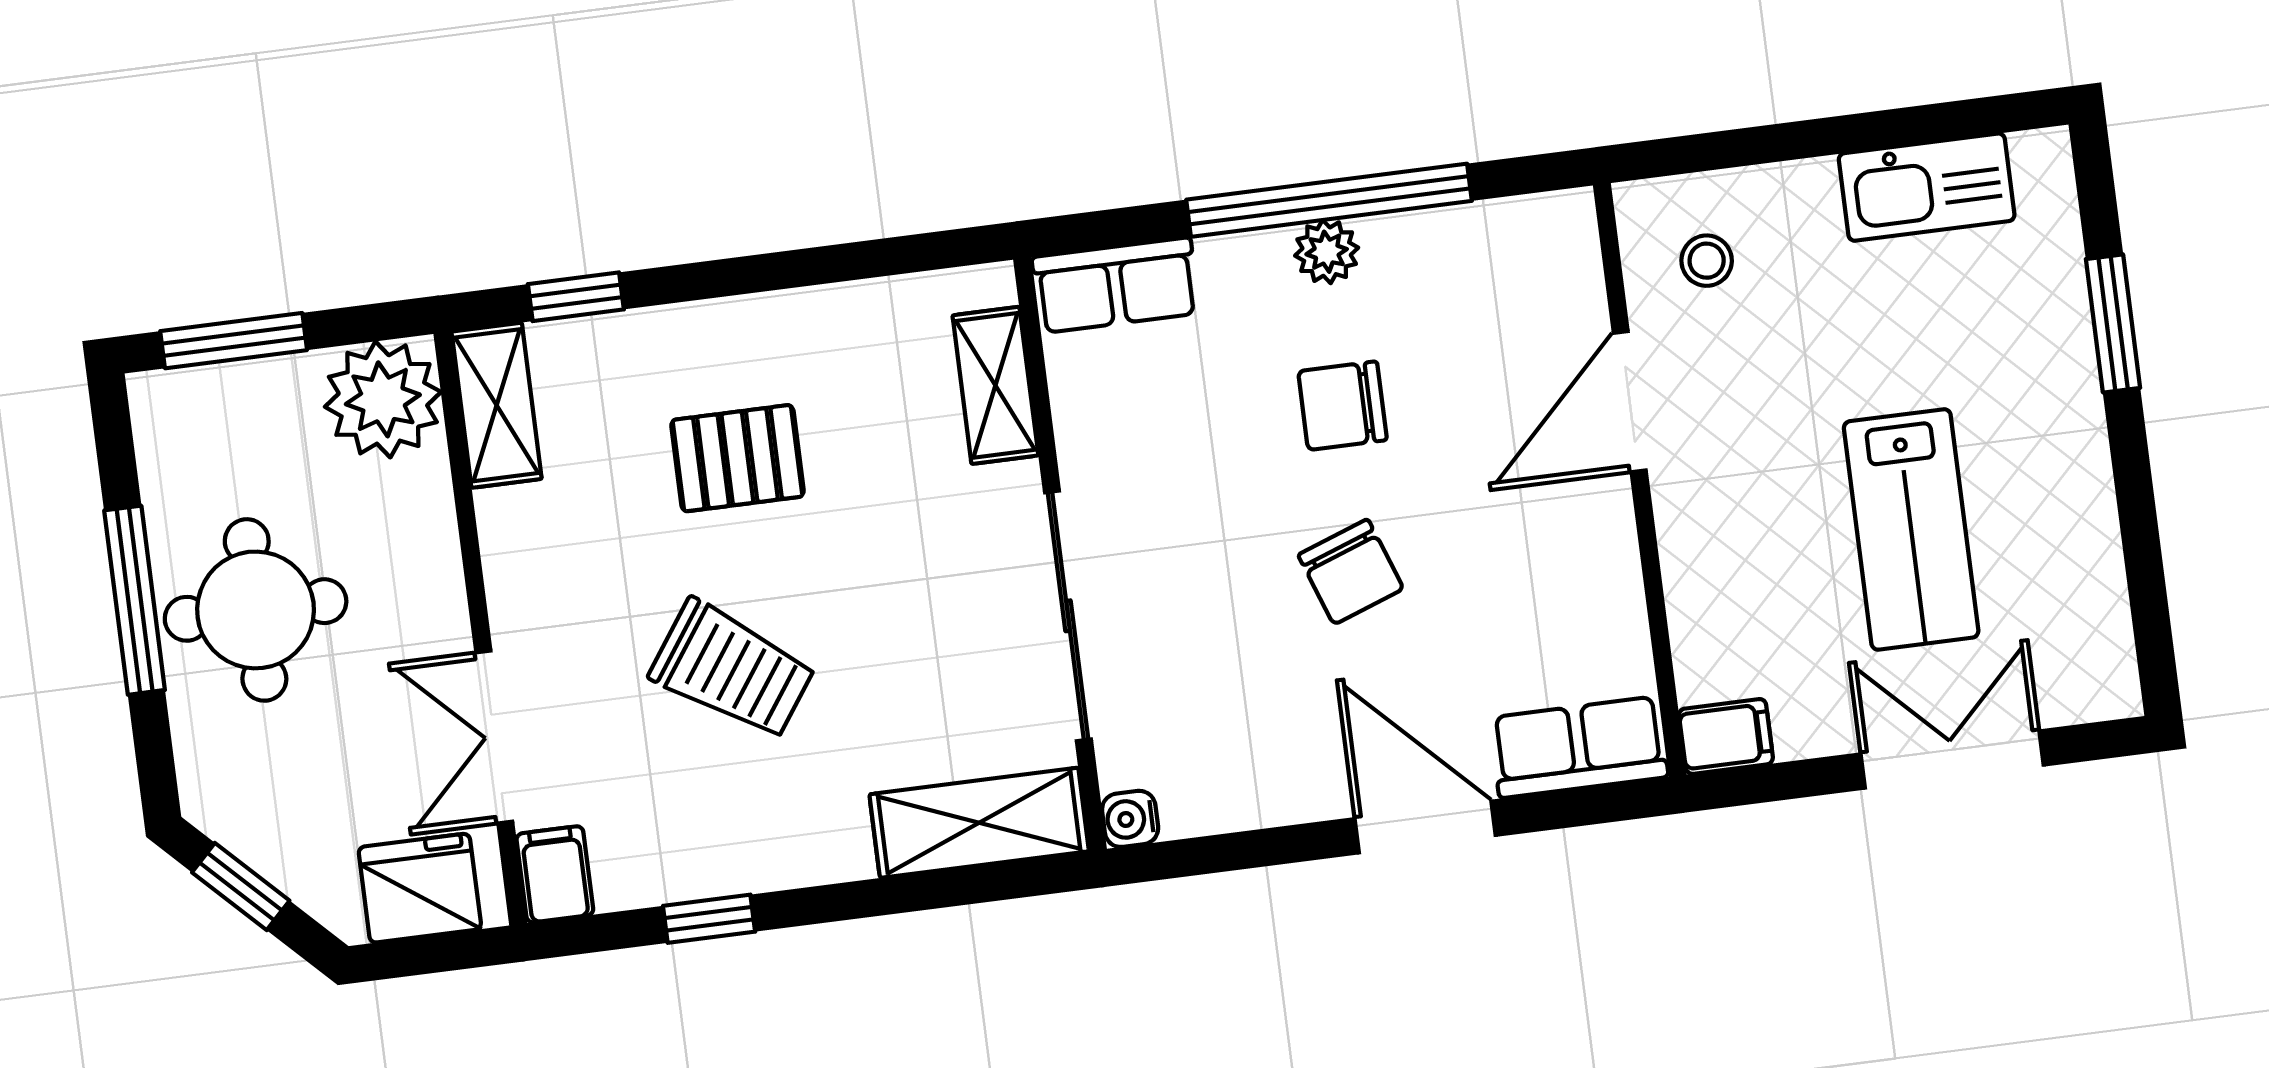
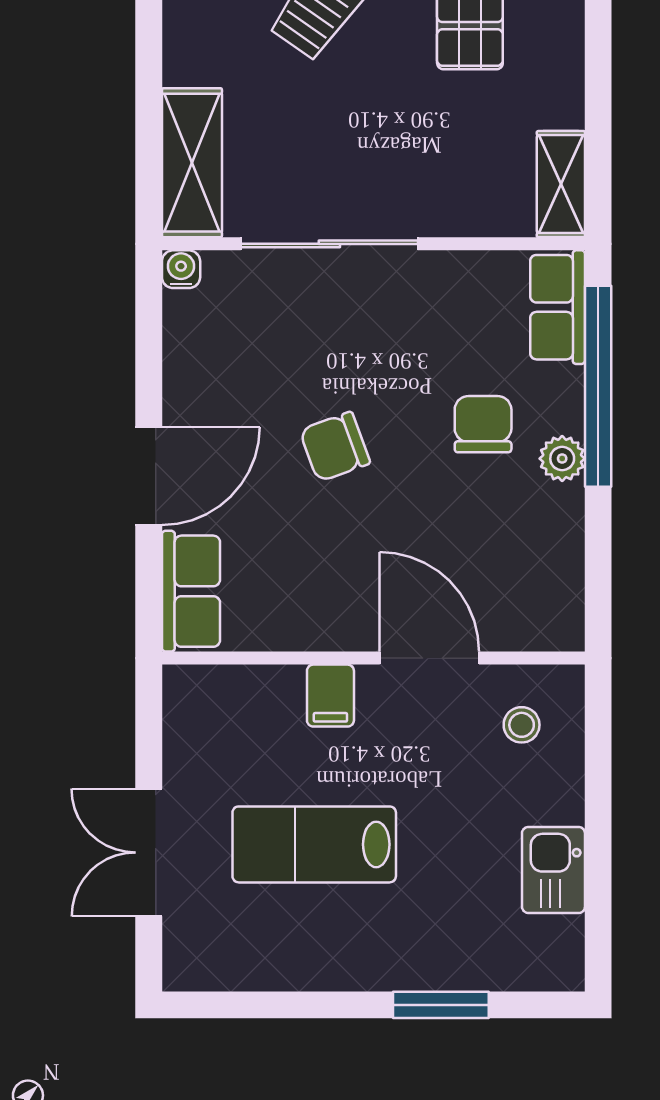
kitchen sink: (1927, 187) -> (553, 870), width x0.73
window: (1329, 200) -> (598, 386), moved
shelving: (995, 385) -> (561, 184), moved, turned 90
chair: (1342, 406) -> (483, 424), moved
filing cabinet: (1726, 736) -> (330, 696), moved
double door: (1952, 760) -> (149, 853), swing flipped

